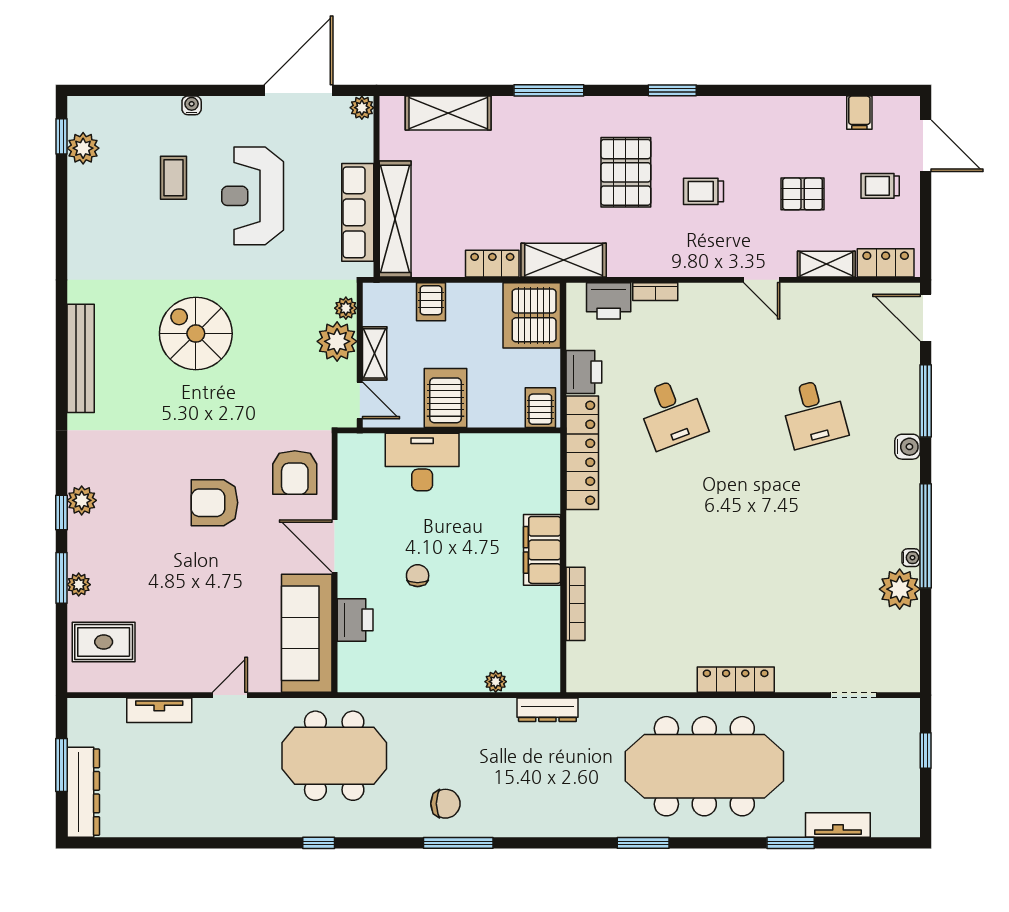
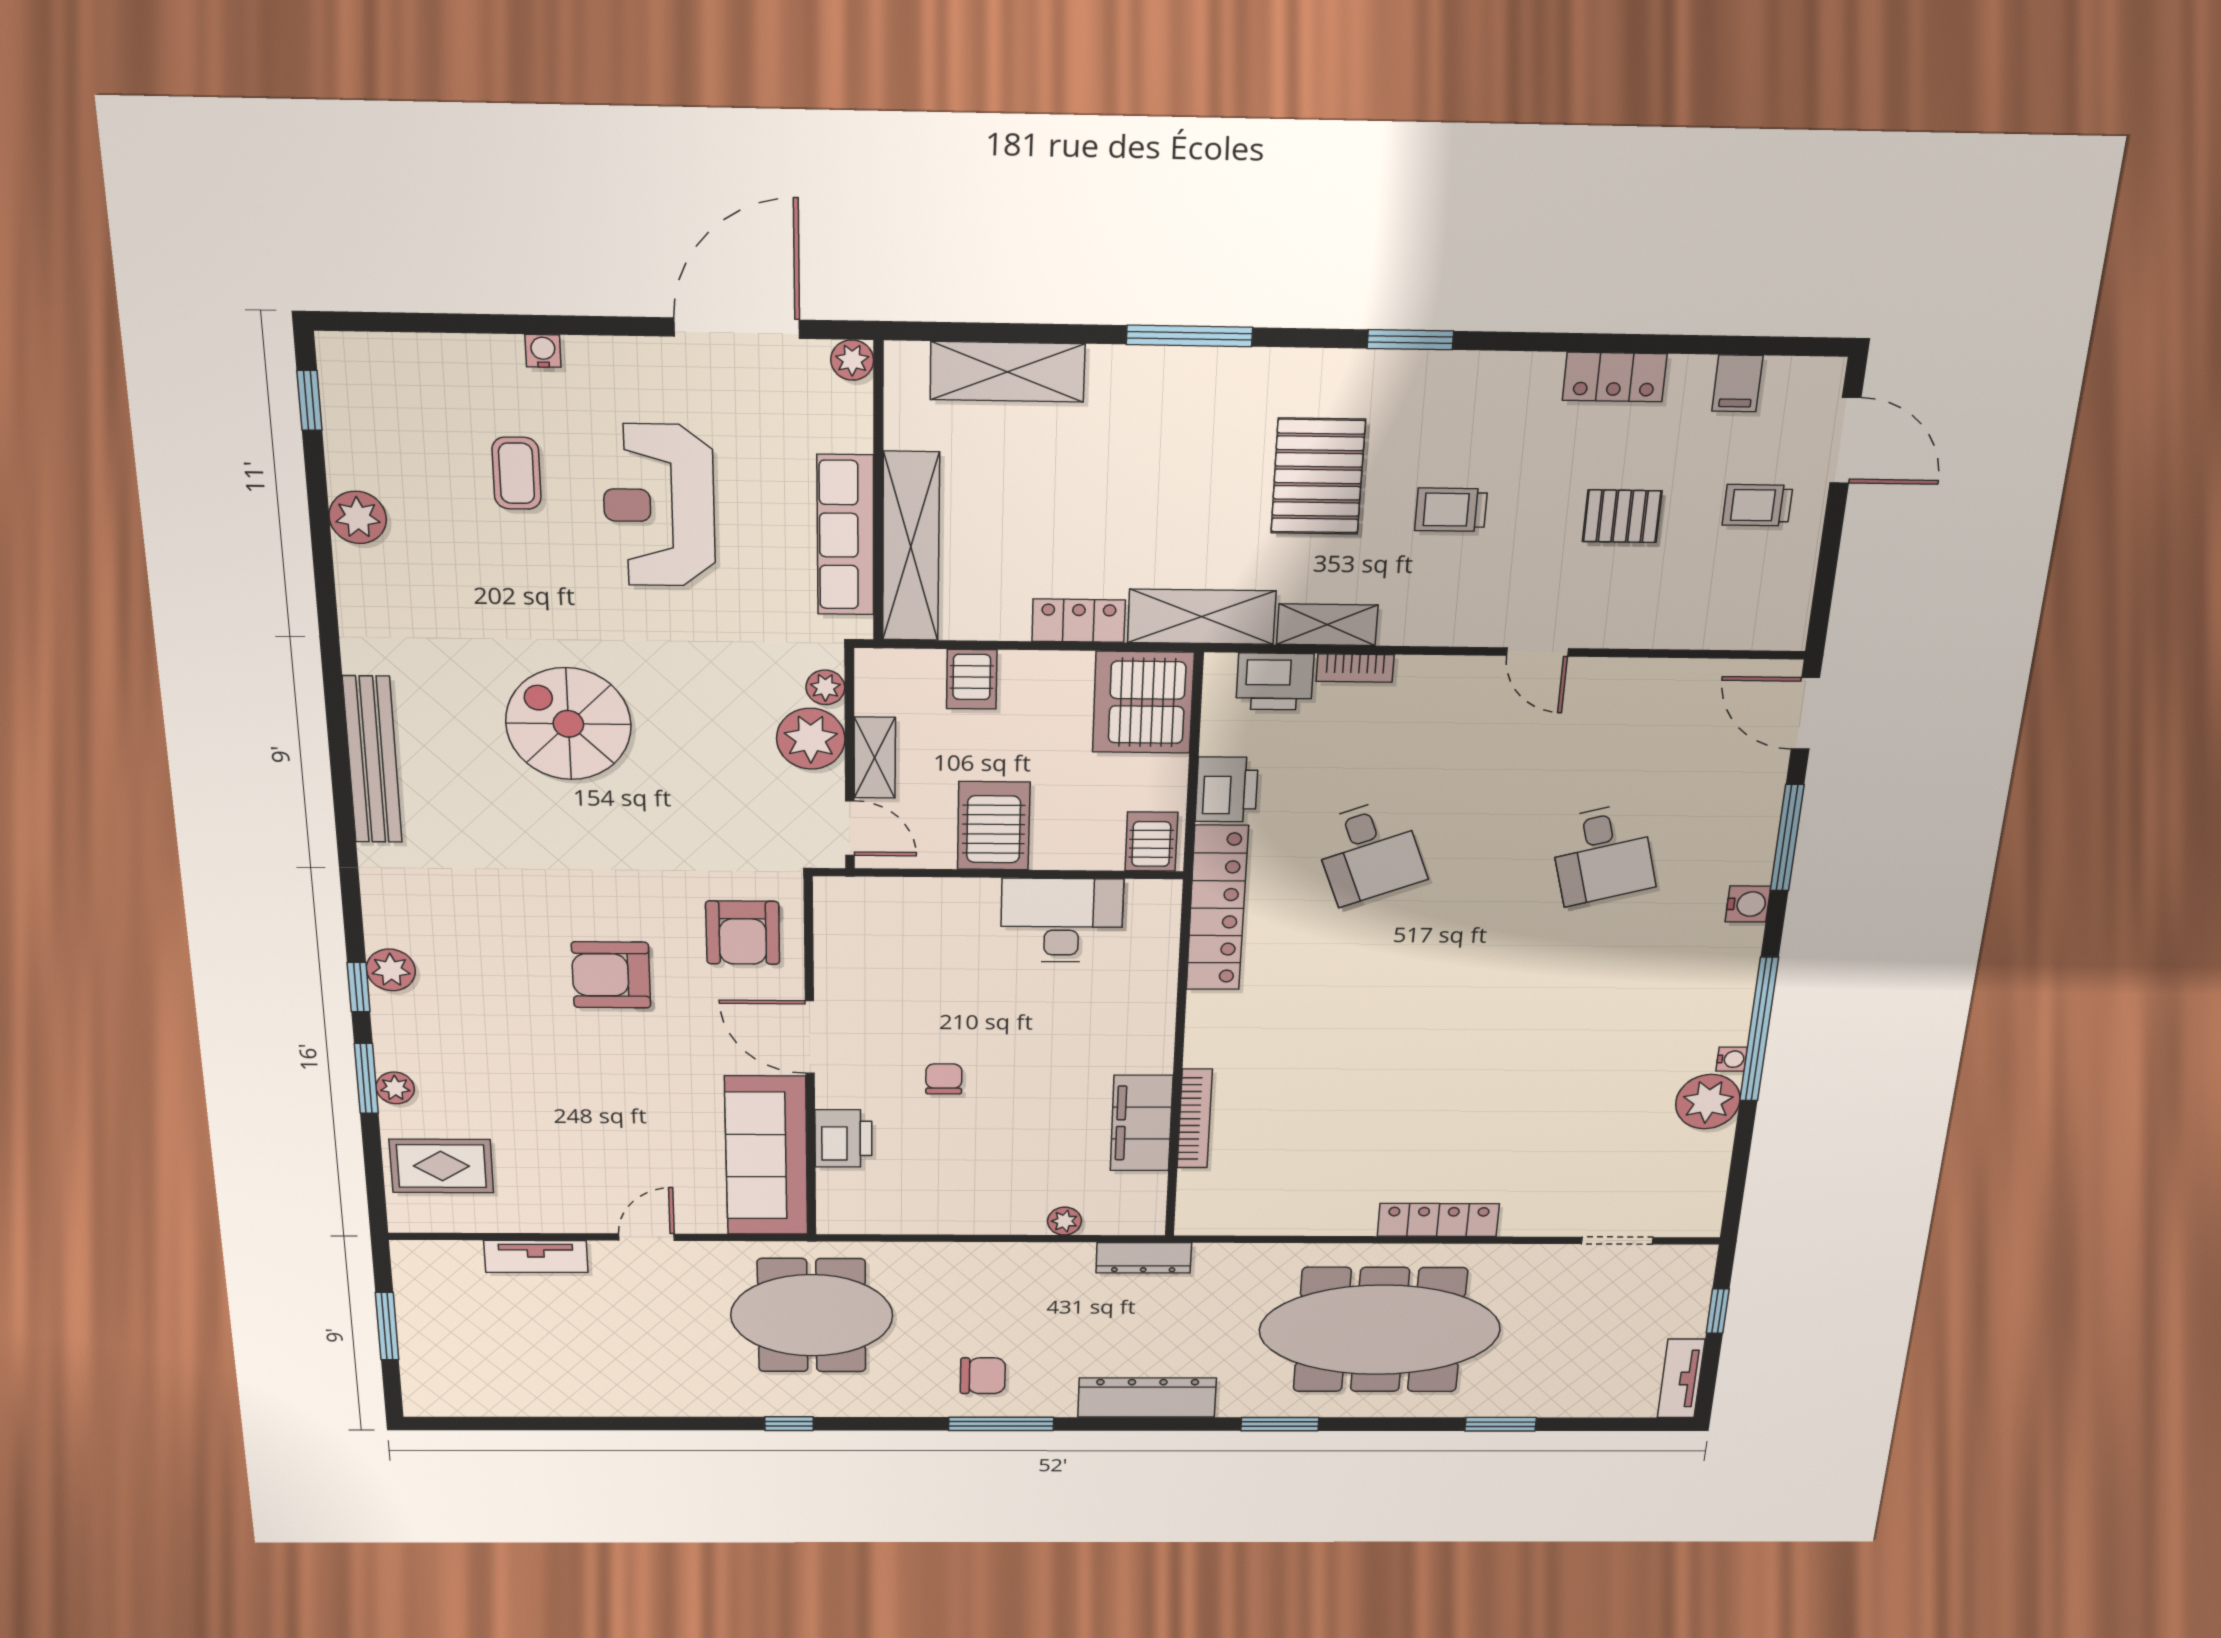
plant: (83, 148) -> (358, 517), moved
locker: (886, 263) -> (1615, 377), moved, turned 180
shelving: (826, 264) -> (1327, 625), moved
desk: (422, 462) -> (1062, 920), moved
filing cabinet: (542, 550) -> (1141, 1123), moved
dresser: (83, 792) -> (1147, 1398), moved, turned -90
tv unit: (838, 825) -> (1681, 1379), moved, turned -90

